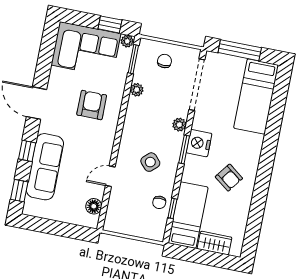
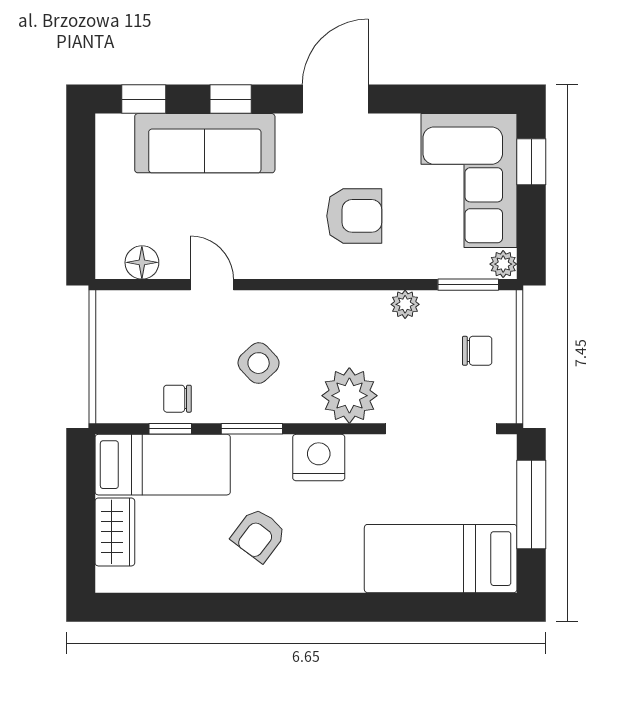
window: (110, 24) -> (531, 162), moved
plant: (179, 125) -> (349, 396), width x1.88, depth x1.88
window: (184, 149) -> (252, 429), moved

